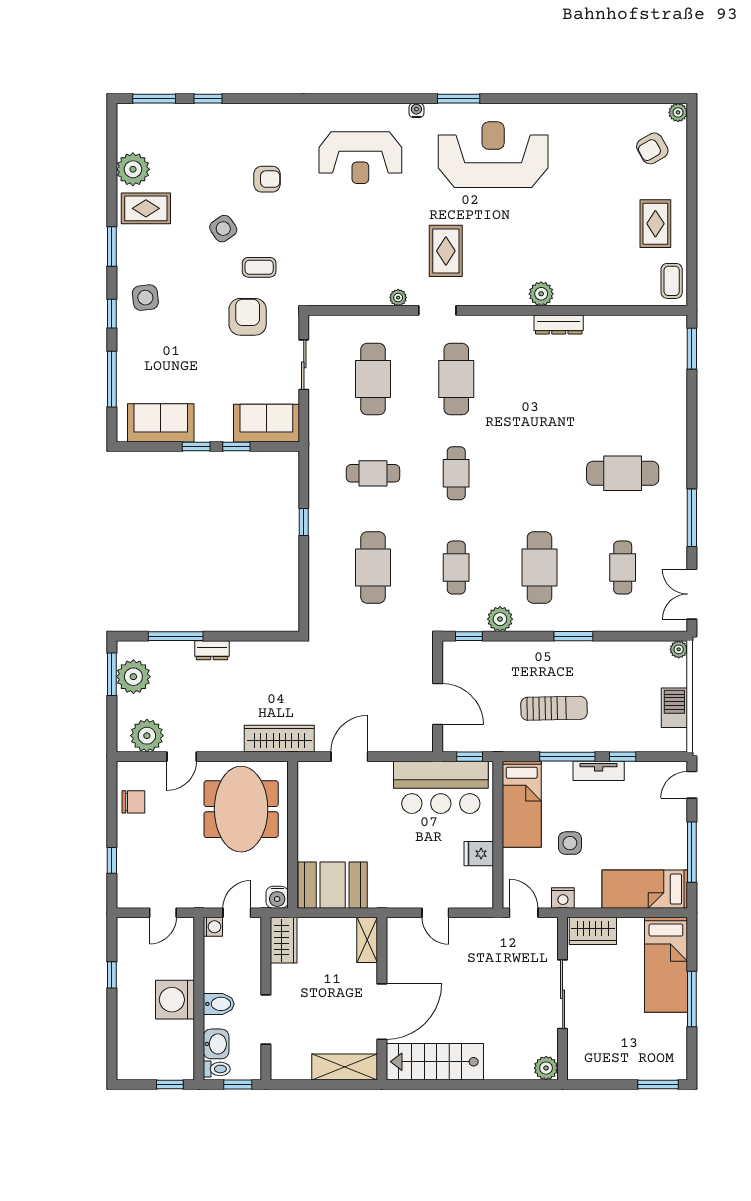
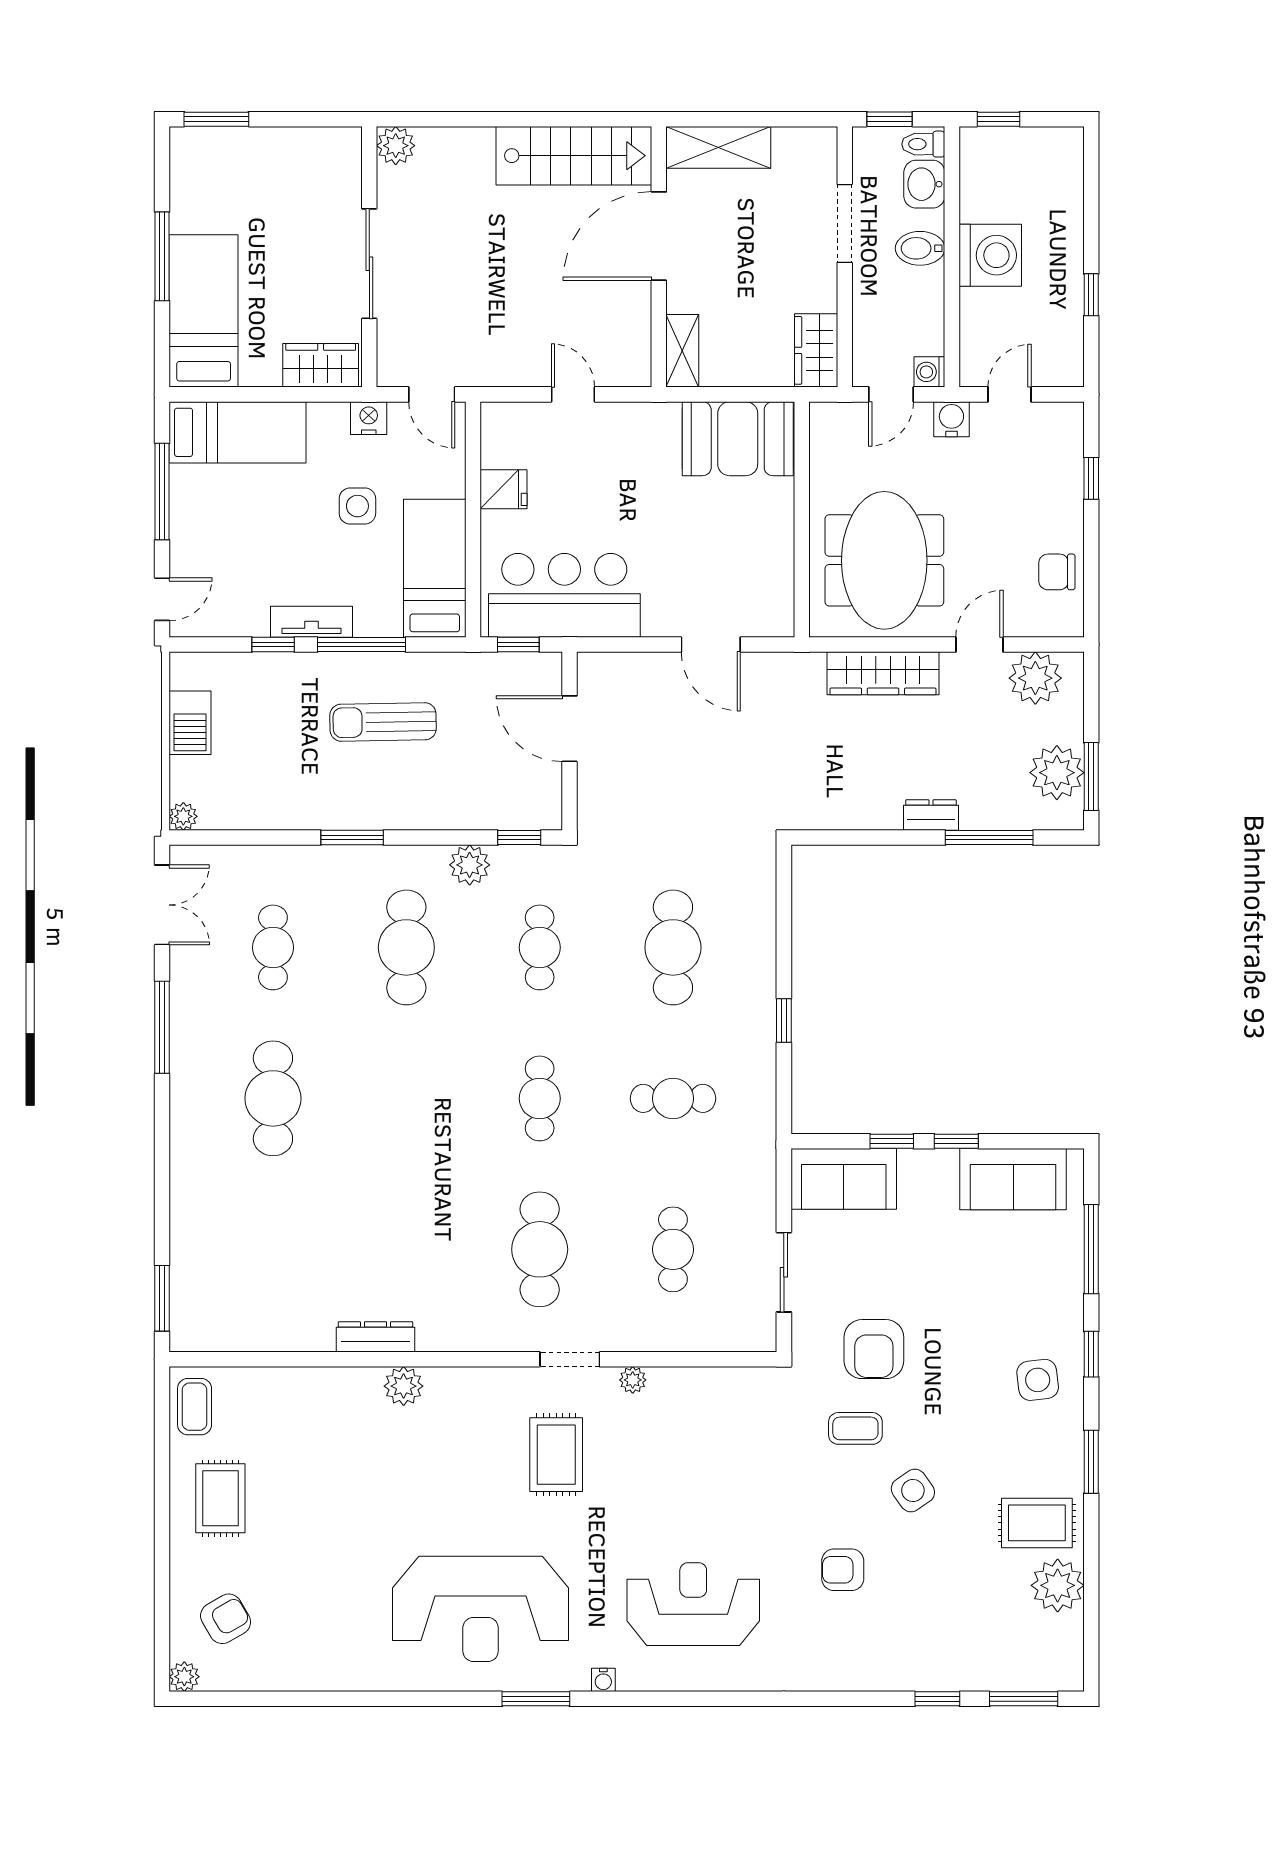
cafe table: (373, 379) -> (673, 1249), width x0.73, depth x0.74
cafe table: (623, 473) -> (273, 1098), turned 90
wardrobe: (279, 739) -> (883, 673), moved
door: (349, 757) -> (711, 645), hinge flipped
water cooler: (277, 897) -> (951, 419), moved

